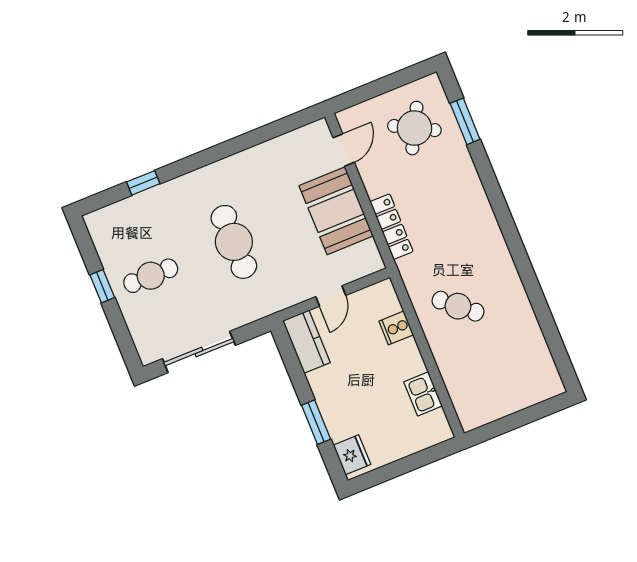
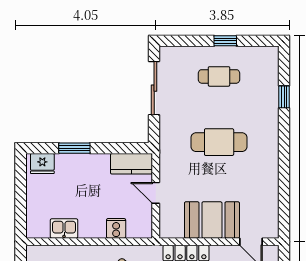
cafe table: (151, 276) -> (219, 76), turned 90

